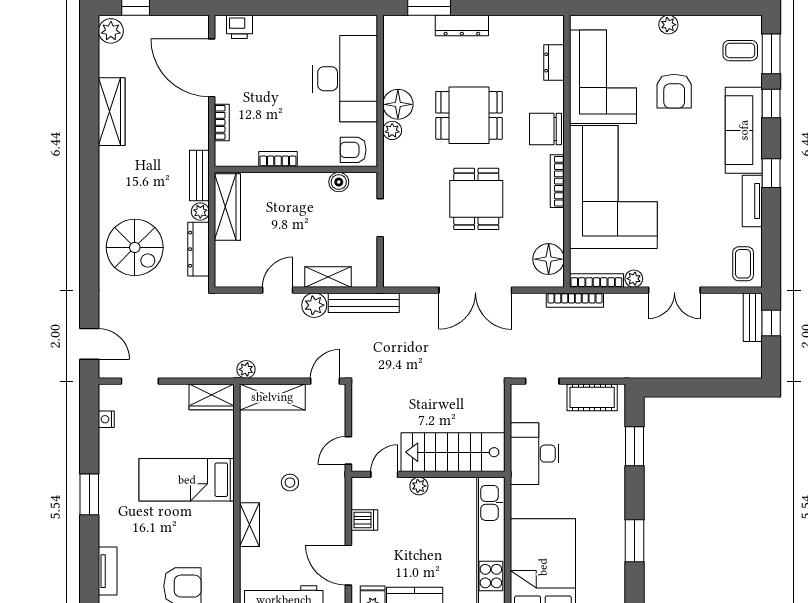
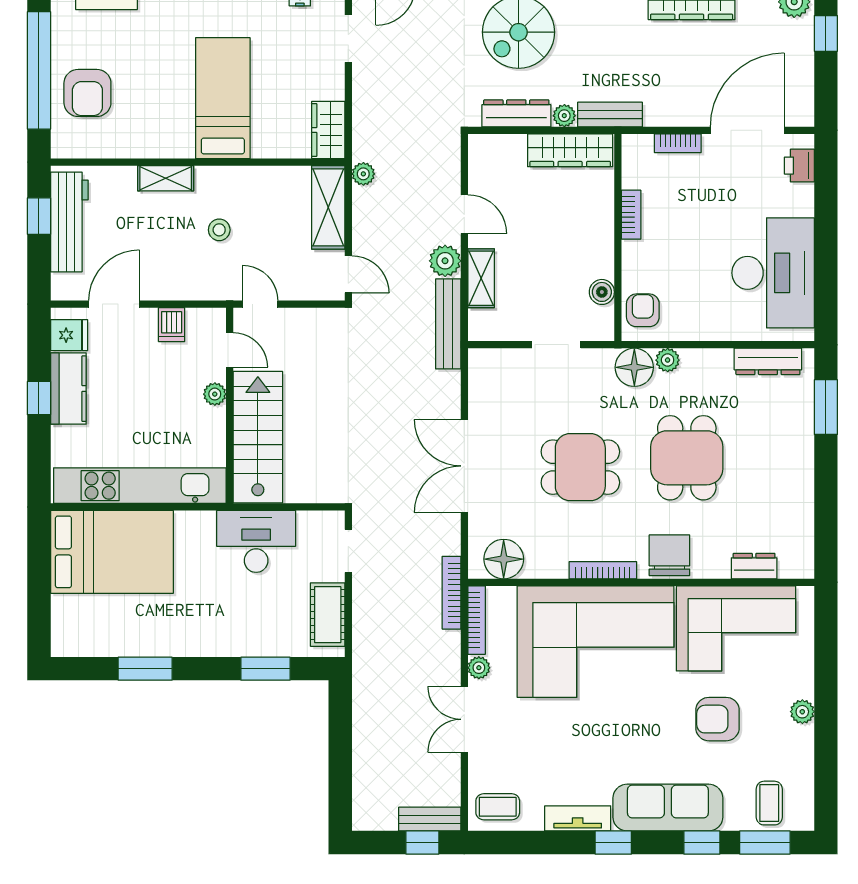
dresser: (462, 26) -> (768, 361), moved, turned -90
desk: (345, 79) -> (773, 273), moved, turned -90
floor lamp: (398, 104) -> (634, 367), moved

